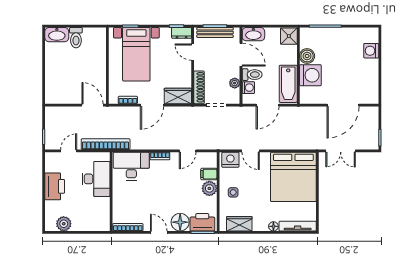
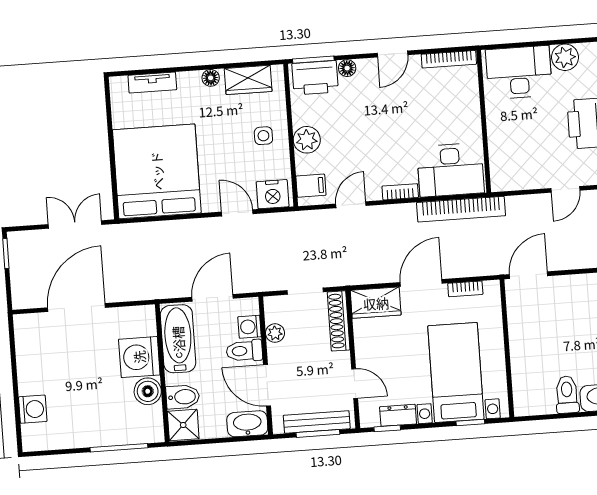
dresser: (182, 33) -> (398, 415), moved
bidet: (288, 52) -> (183, 397), added
door: (92, 105) -> (528, 275), swing flipped
bookcase: (106, 144) -> (461, 209), moved
filing cabinet: (209, 174) -> (311, 186), moved
desk: (96, 179) -> (519, 72), moved, turned 90
floor lamp: (180, 222) -> (347, 68), width x0.53, depth x0.53
floor lamp: (273, 226) -> (211, 78), moved
tv unit: (298, 226) -> (152, 83), width x0.71
door: (159, 232) -> (392, 54), hinge flipped

